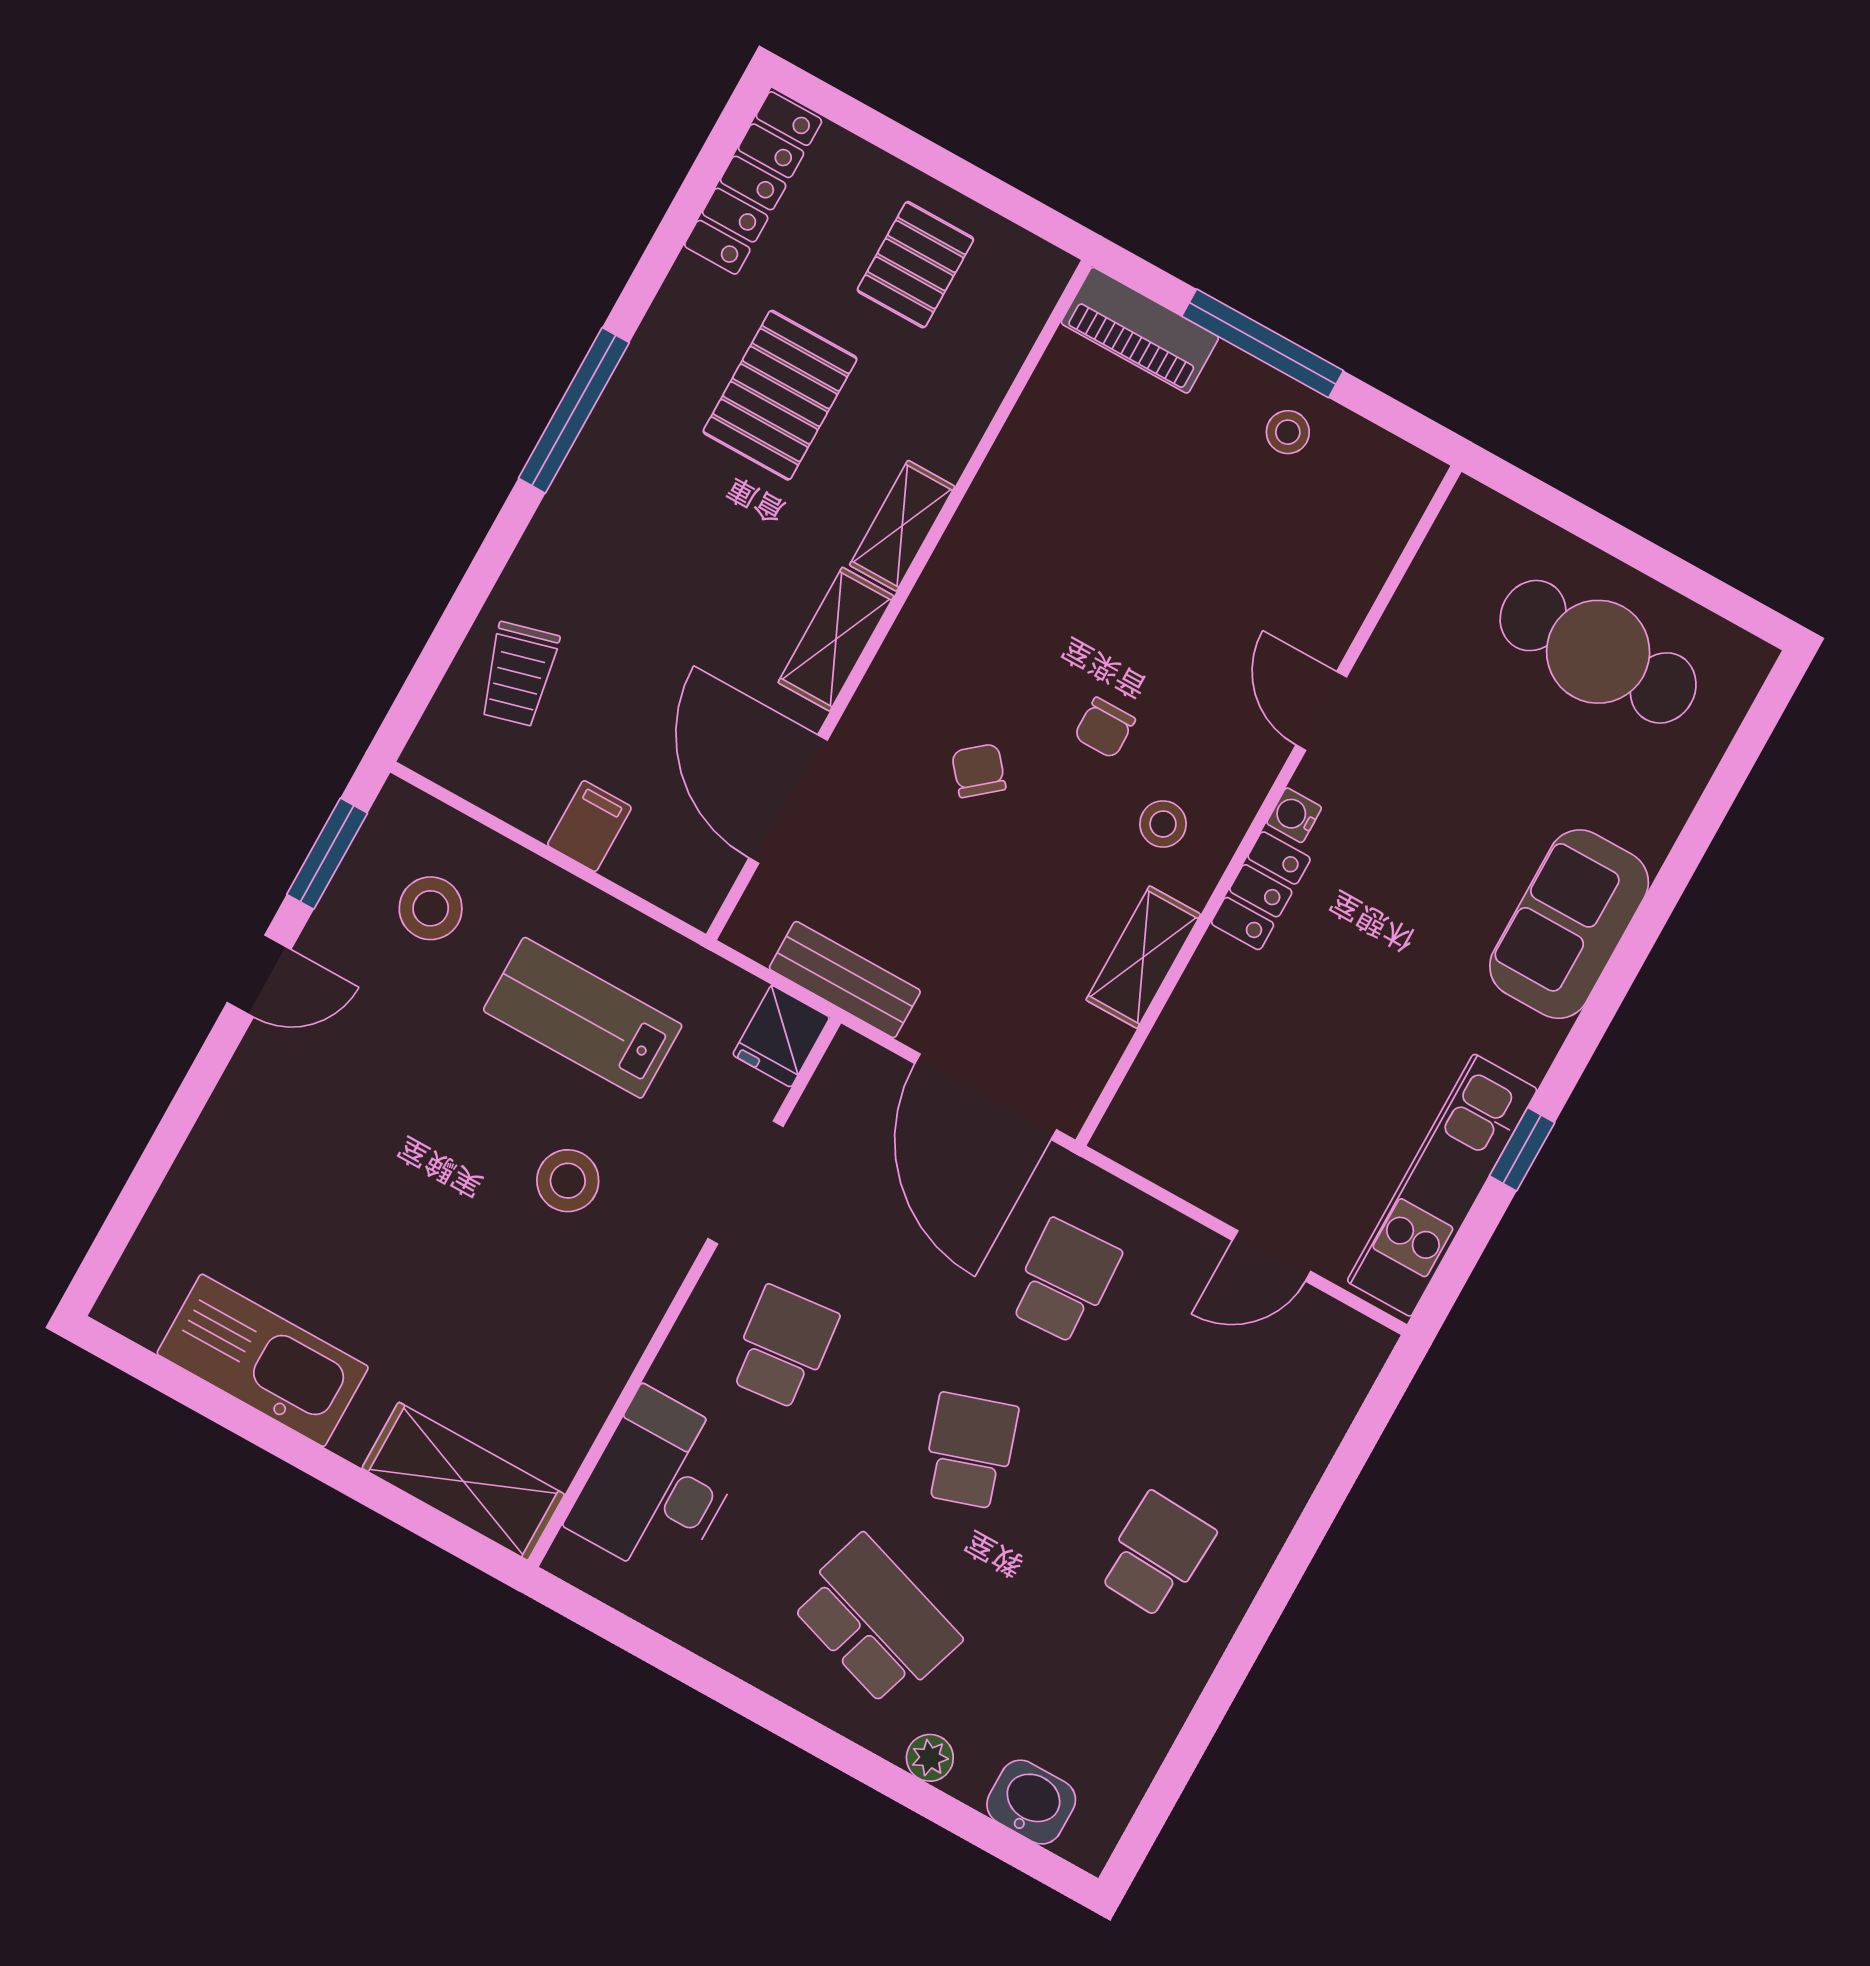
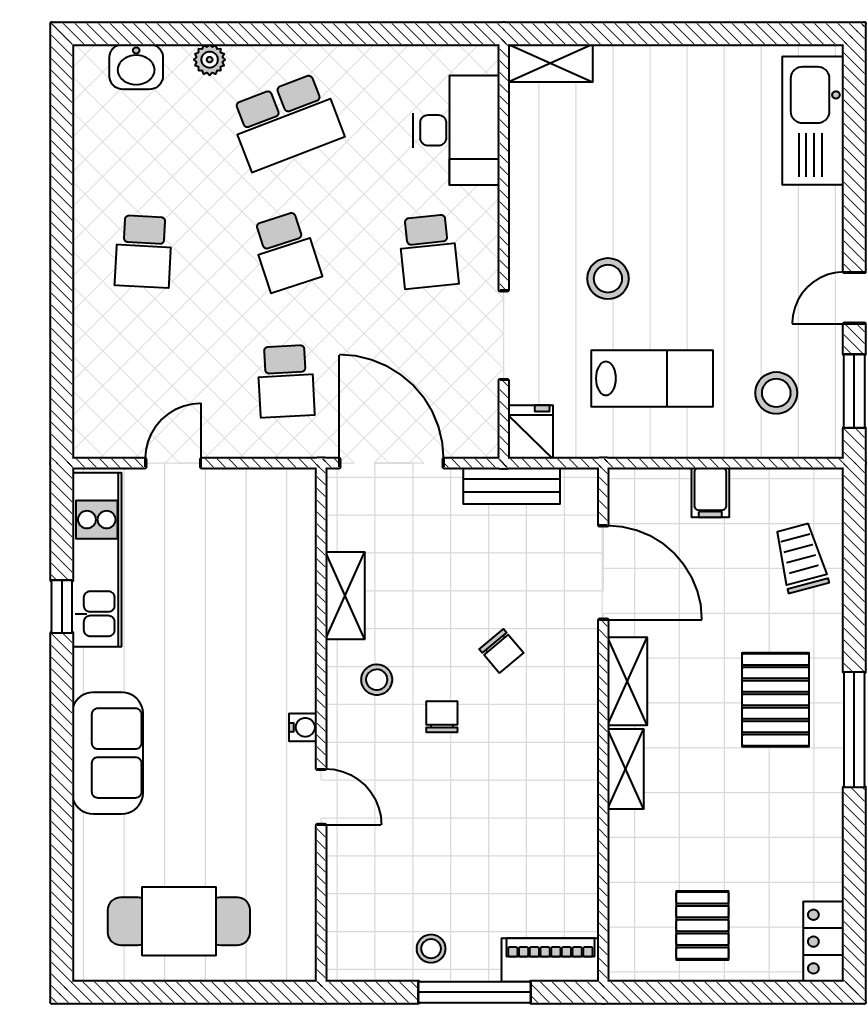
locker: (753, 183) -> (824, 942), width x0.66
pallet: (780, 395) -> (776, 700), moved
locker: (1261, 891) -> (298, 672), removed
kitchen sink: (263, 1360) -> (813, 121), moved, turned 90
shelving: (463, 1481) -> (550, 63), width x0.67, depth x0.75
school desk: (875, 1621) -> (286, 122), turned -39

